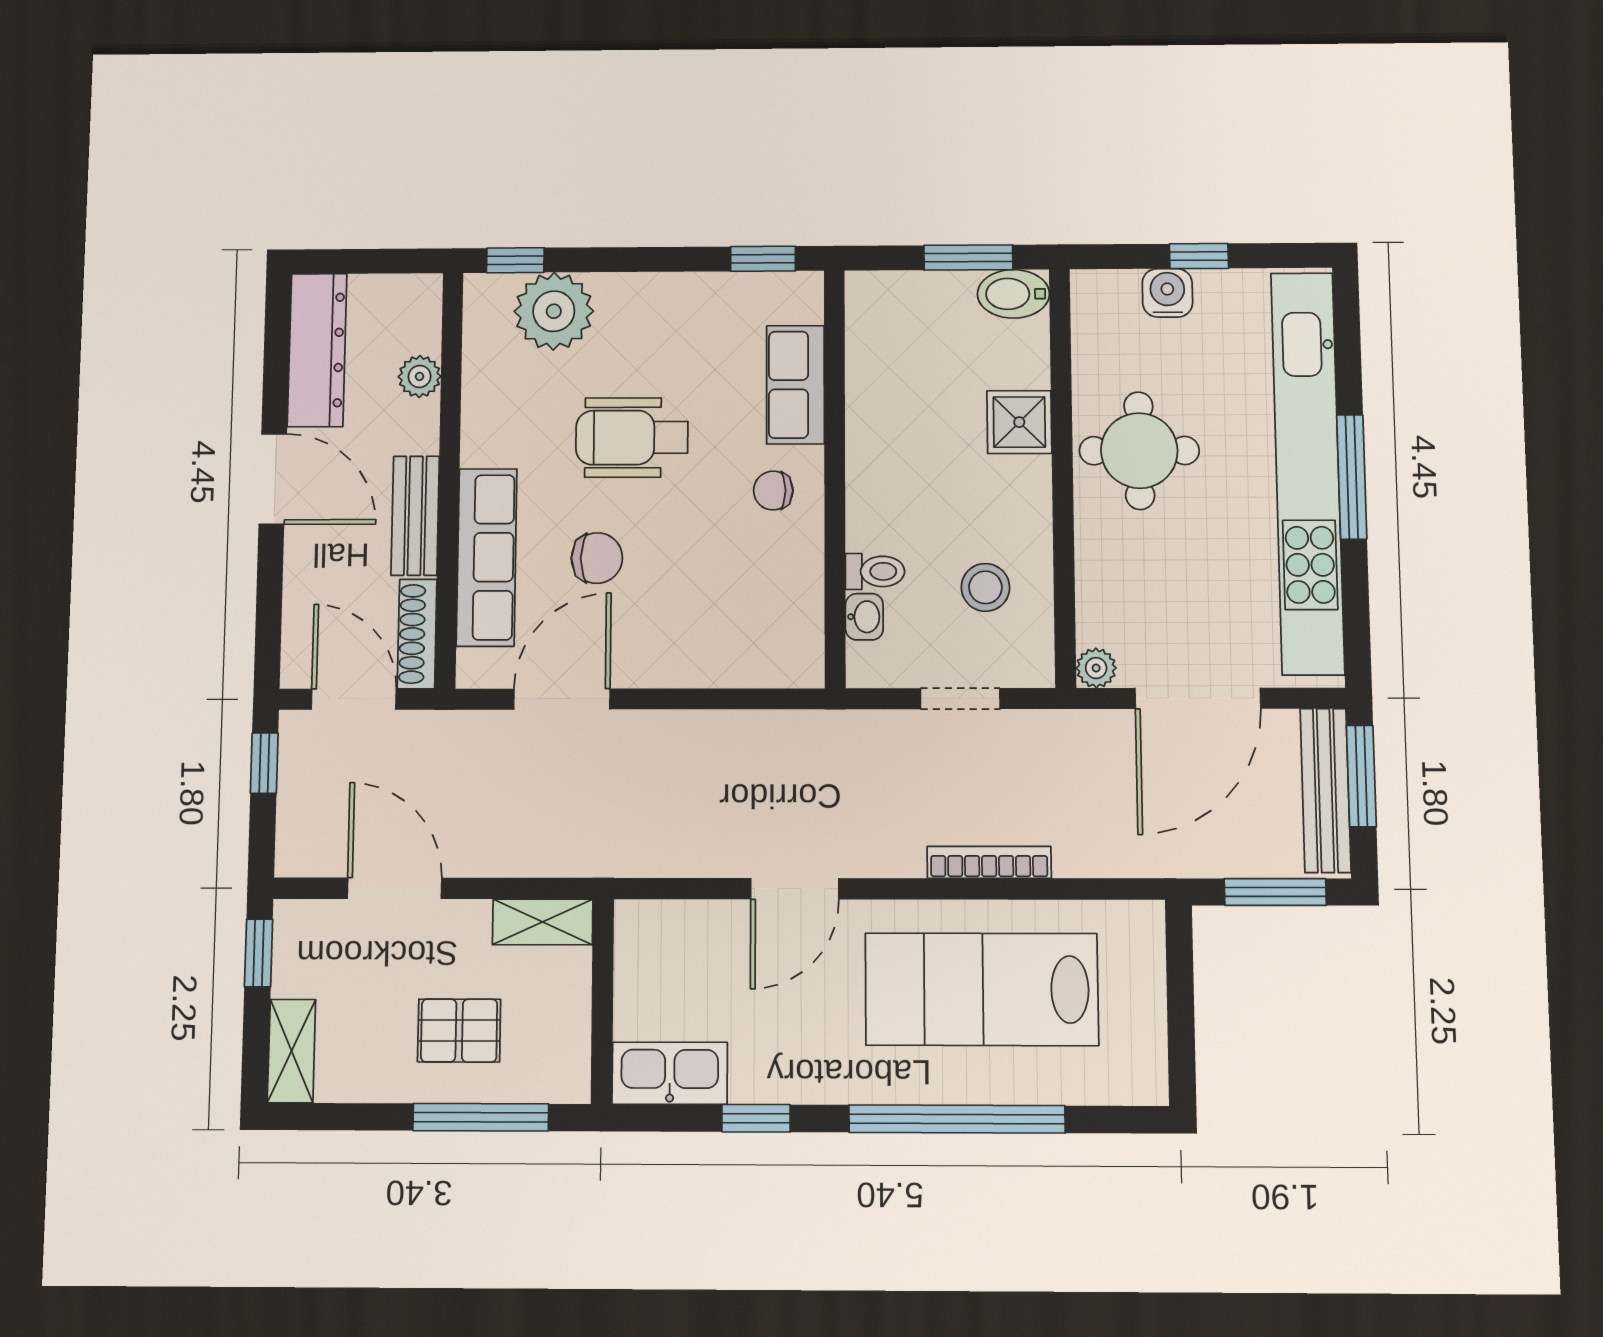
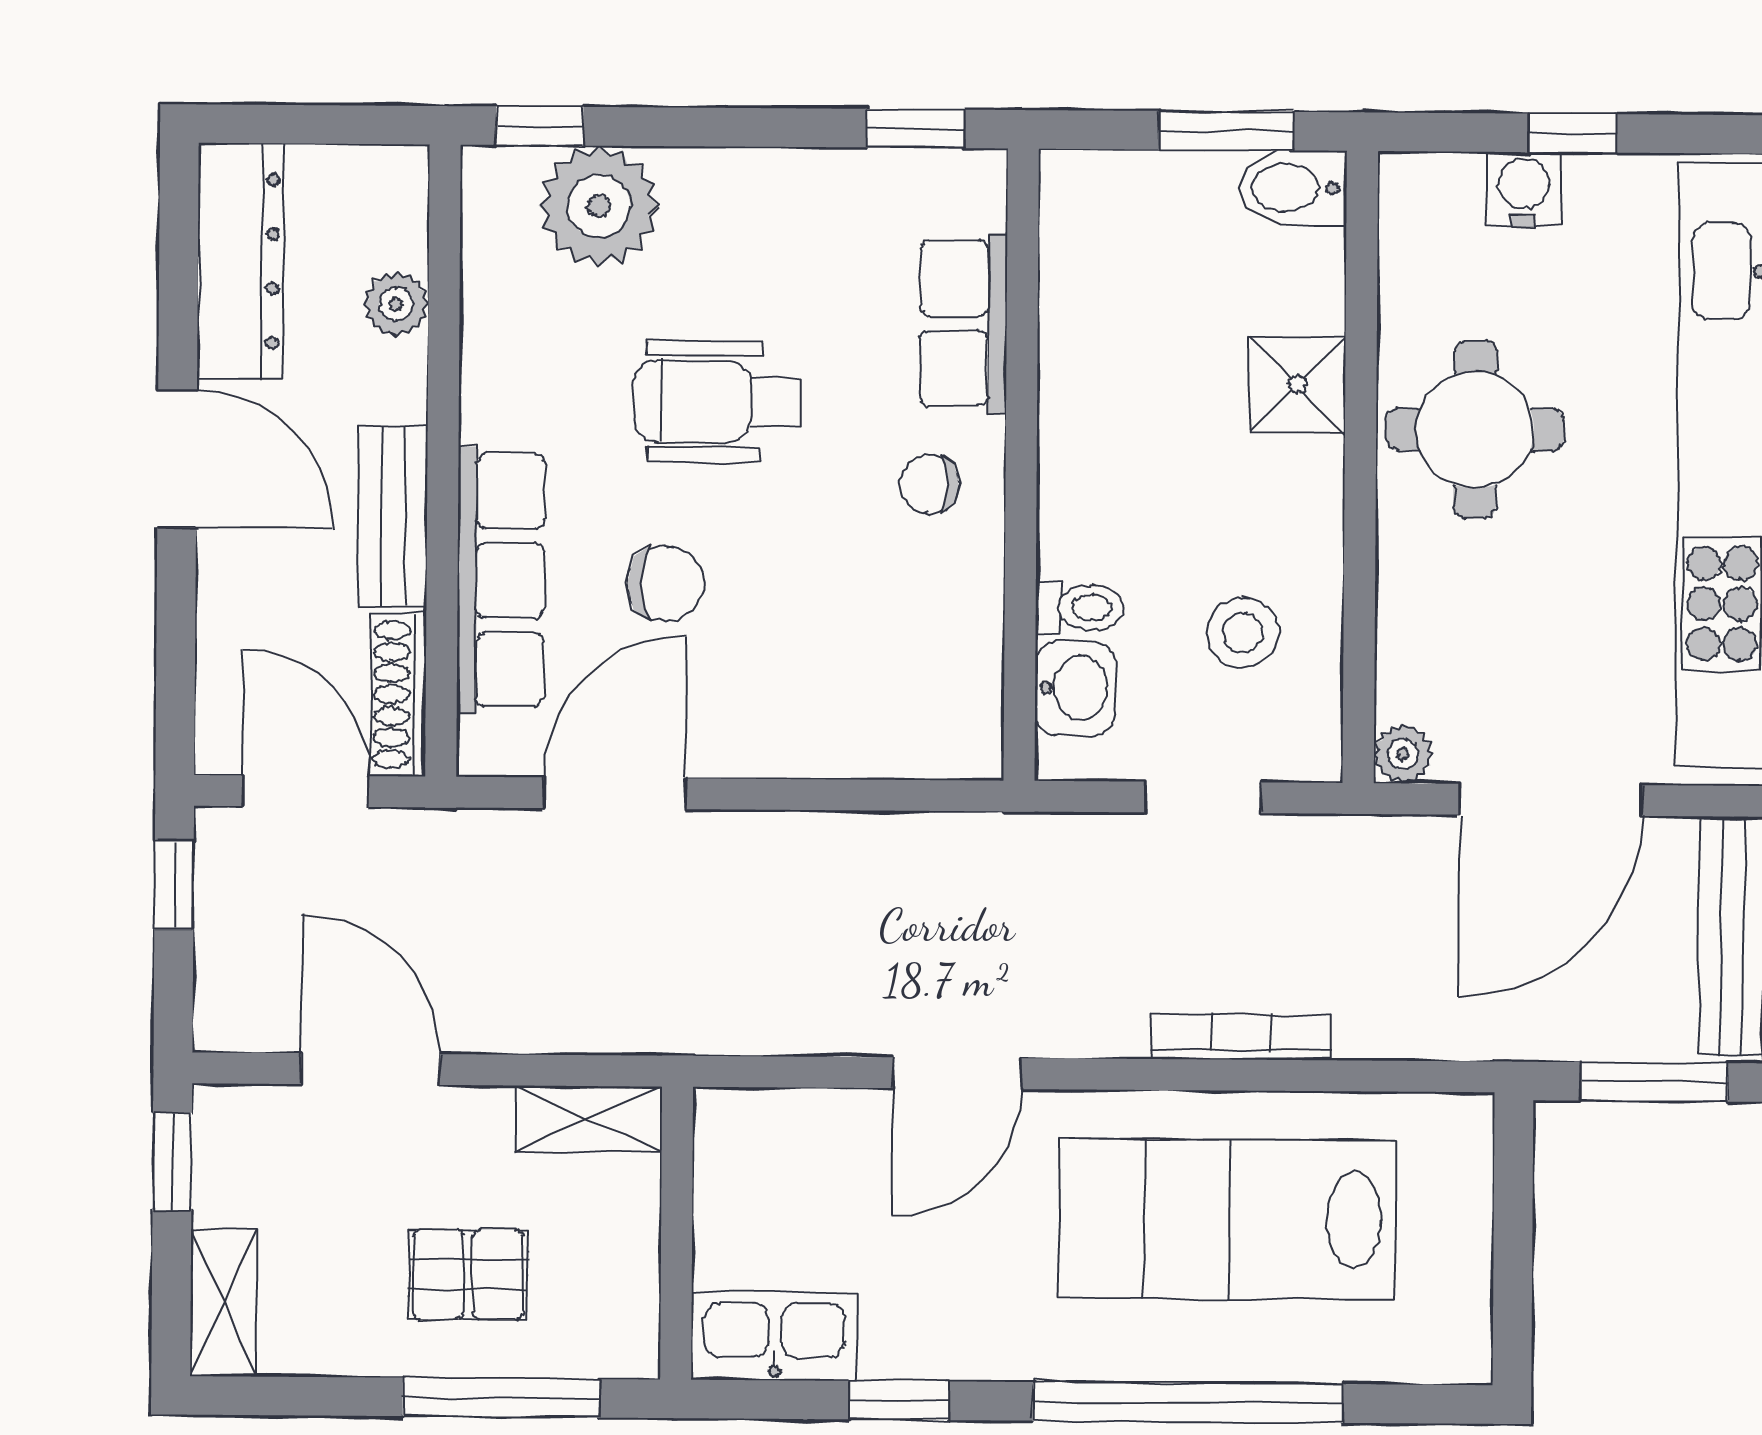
washbasin: (864, 617) -> (1075, 688), width x1.38, depth x1.45

